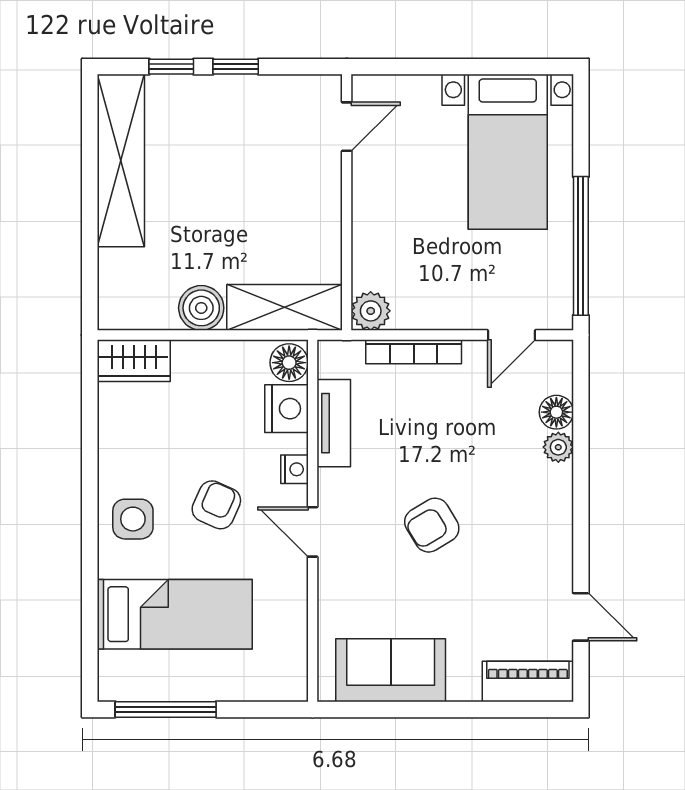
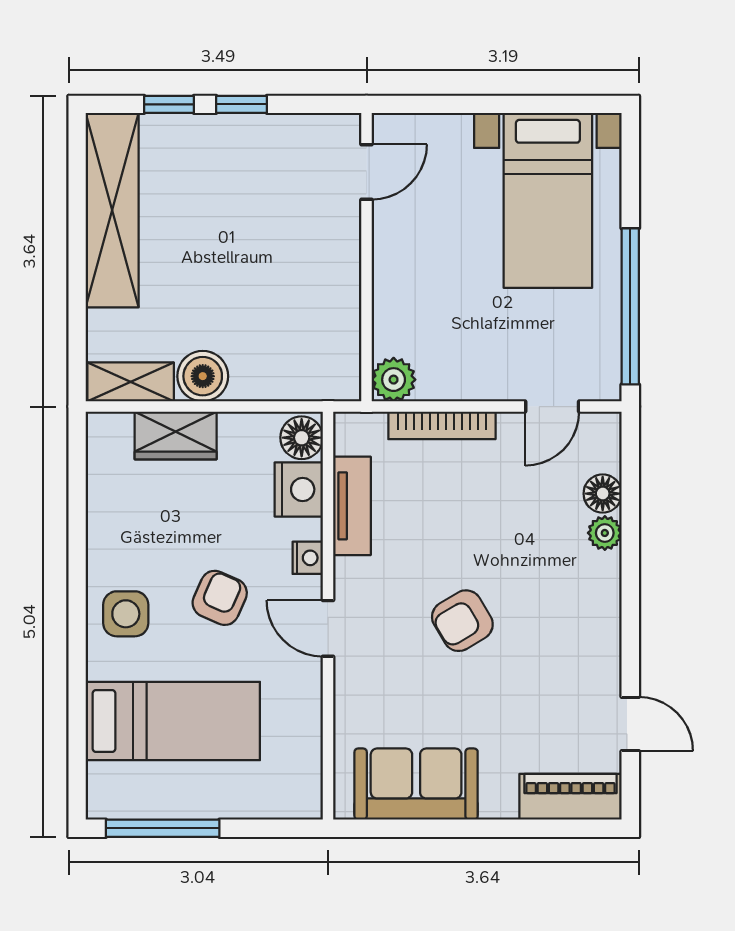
shelving: (284, 307) -> (131, 382), moved, width x0.67, depth x0.75
wardrobe: (134, 361) -> (176, 435), moved

